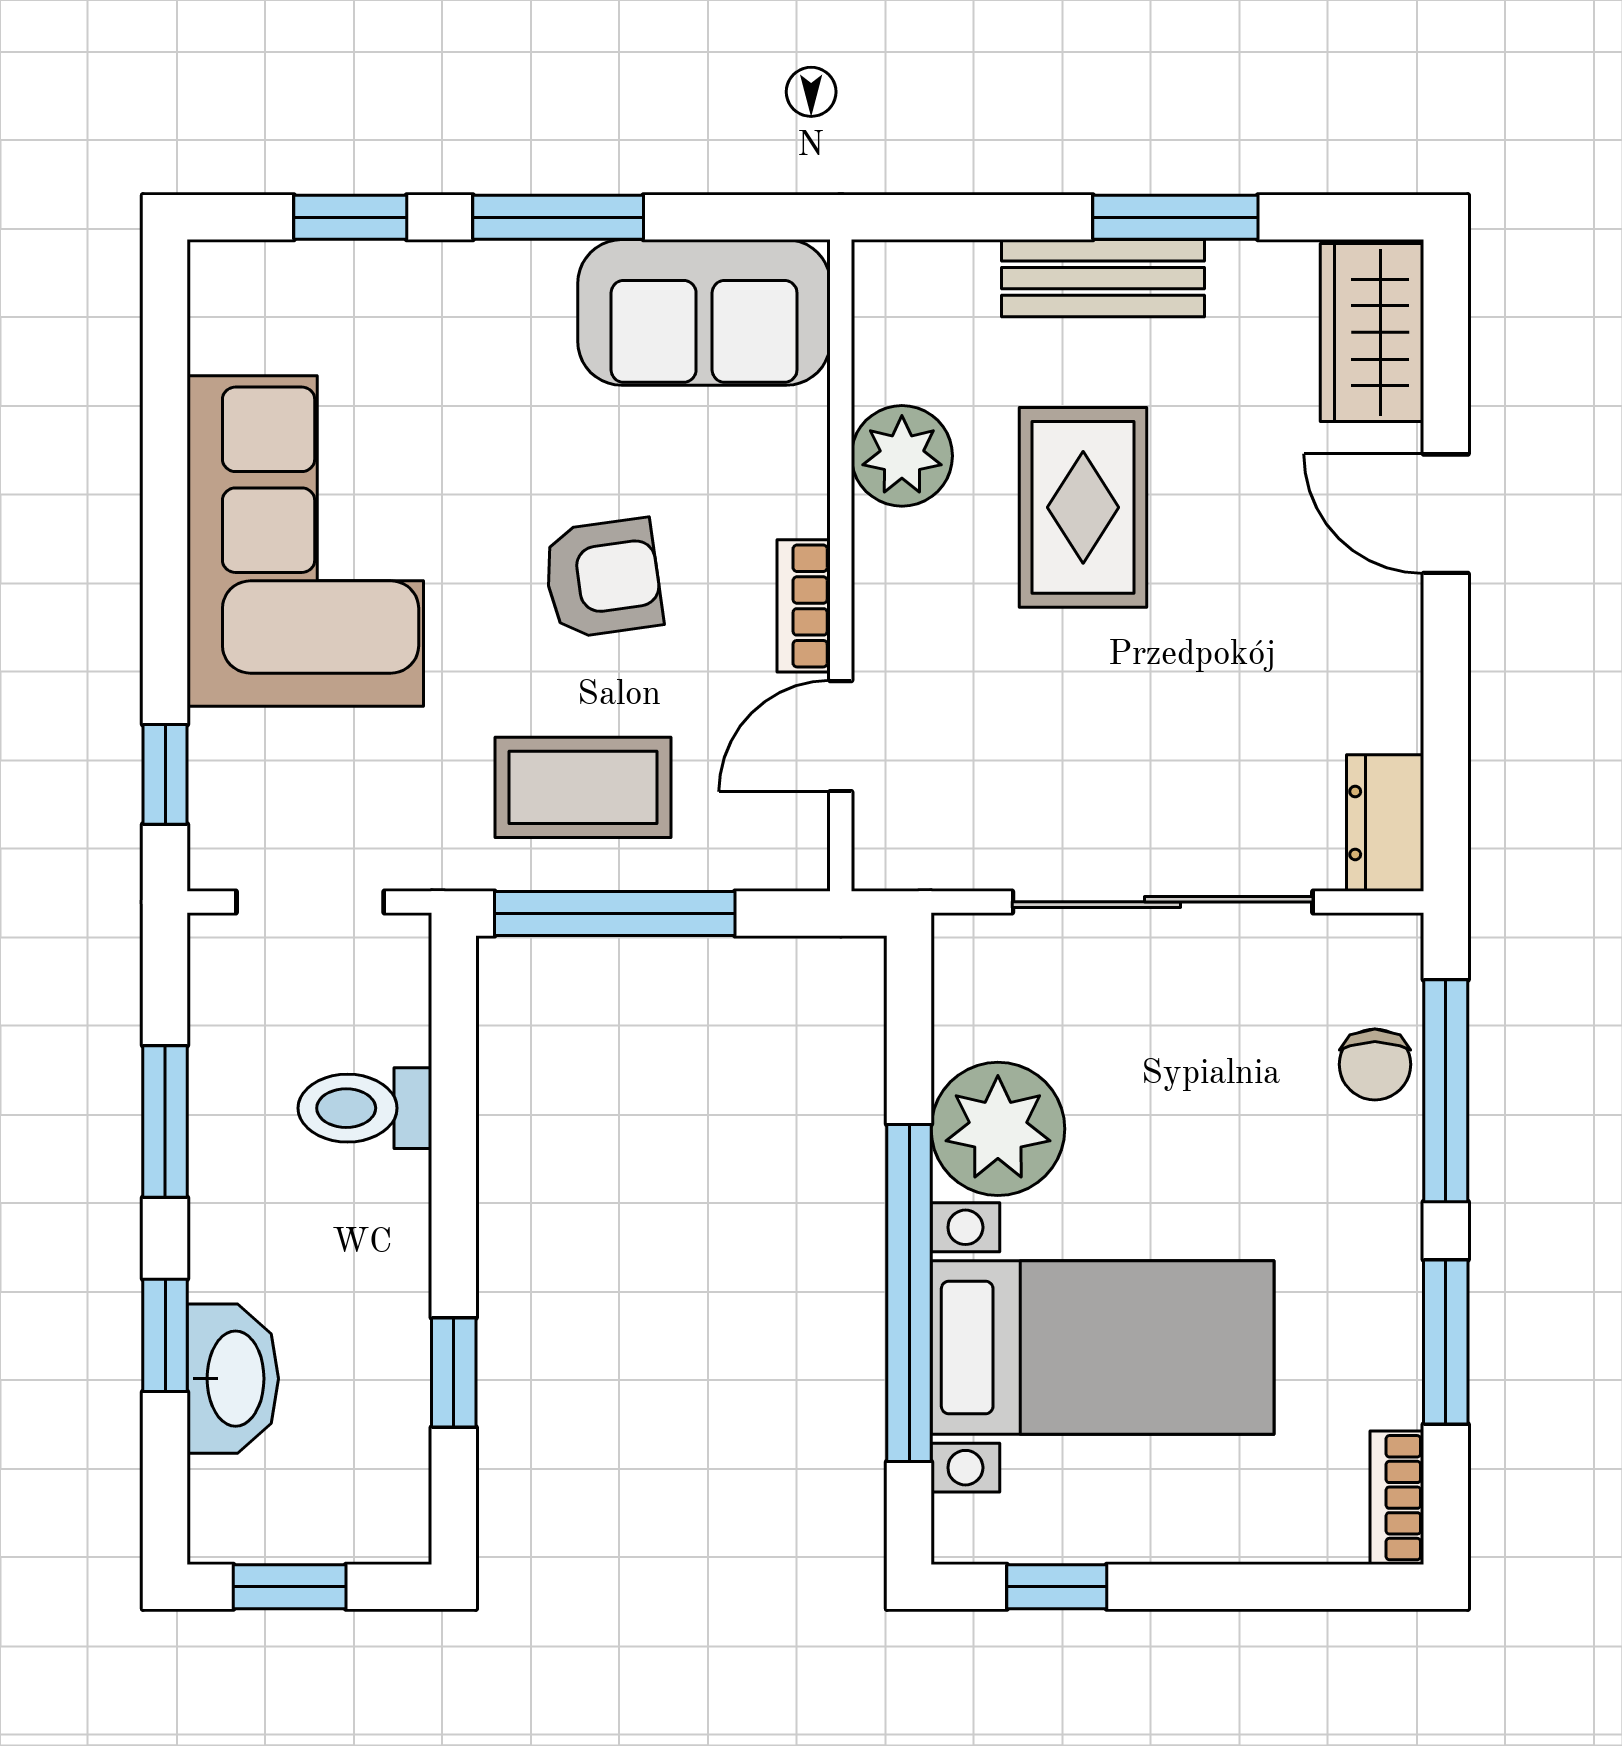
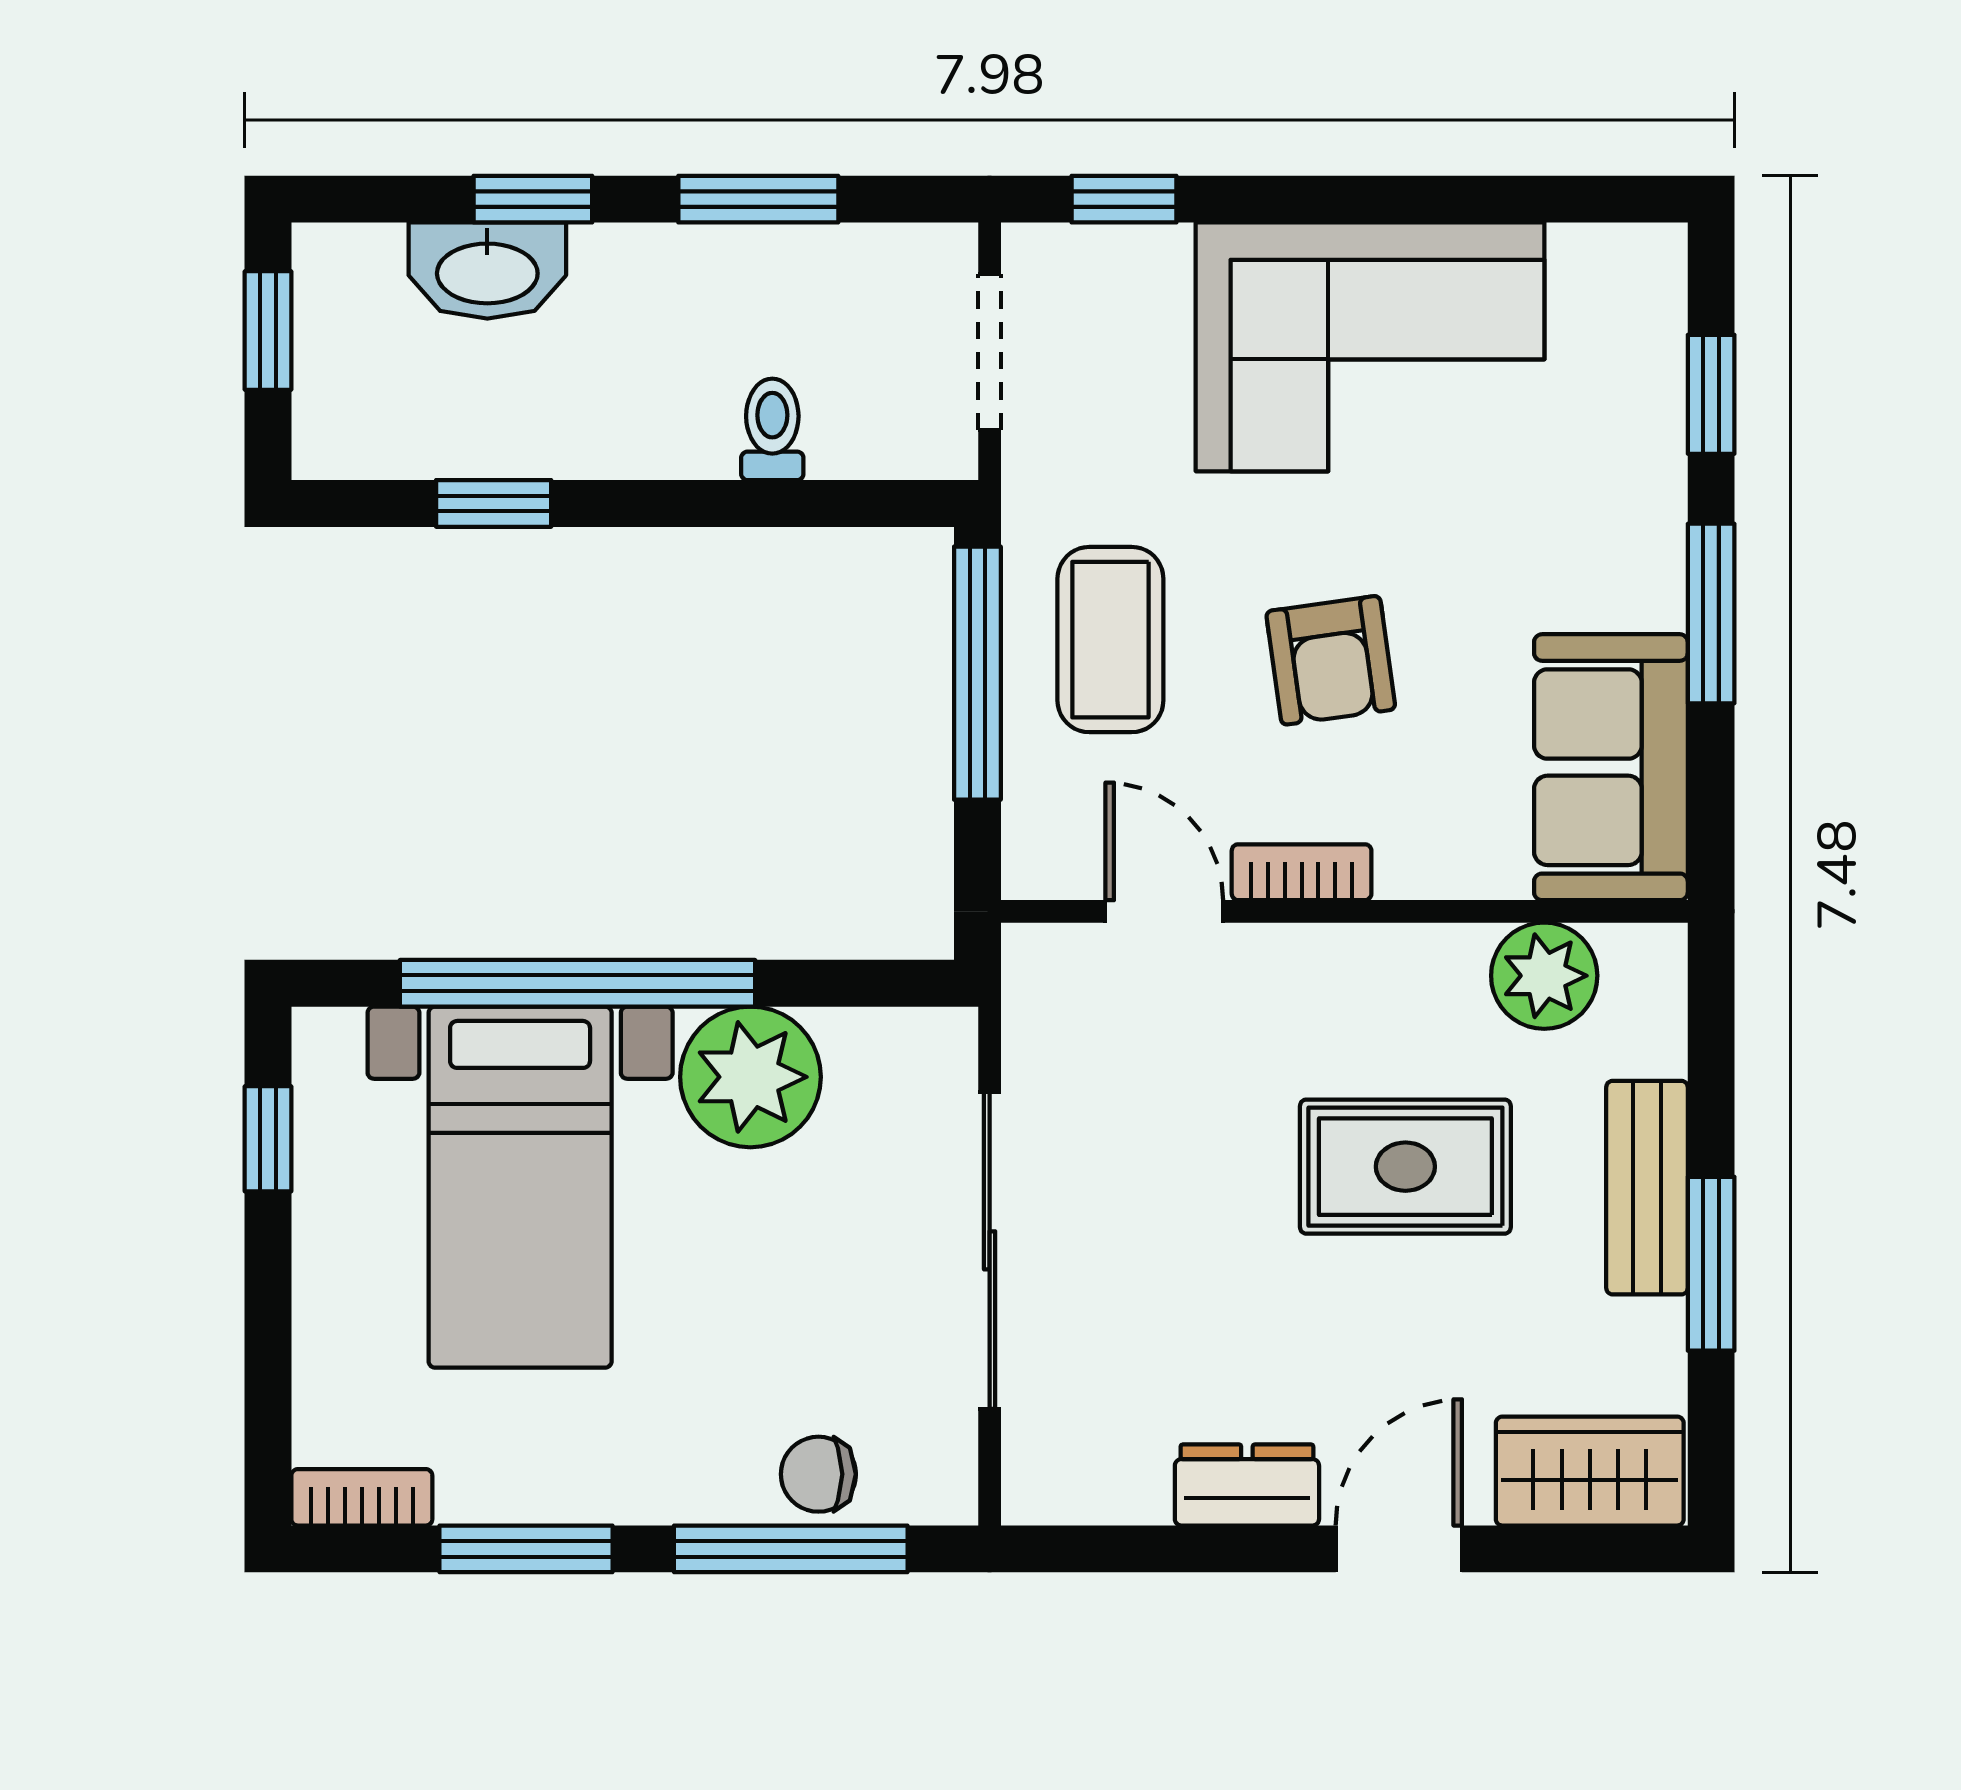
plant: (902, 456) -> (1544, 976), moved
dresser: (1385, 823) -> (1247, 1485), moved
toilet: (365, 1108) -> (772, 429), width x0.73, depth x0.72

